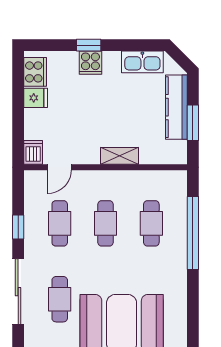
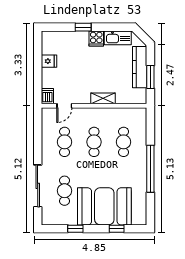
cooker: (90, 63) -> (96, 38), moved
cooker: (35, 72) -> (49, 44), removed
window: (18, 227) -> (38, 144), removed
window: (193, 233) -> (150, 169), moved

